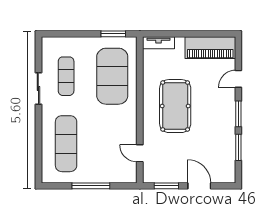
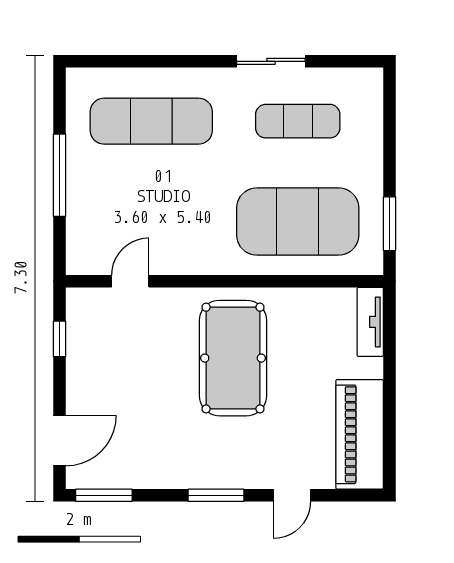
door: (238, 79) -> (292, 495), swing flipped
pool table: (175, 106) -> (233, 358), turned 90
window: (238, 147) -> (104, 495), moved
window: (166, 186) -> (60, 339), width x0.67
door: (199, 186) -> (60, 441), moved

